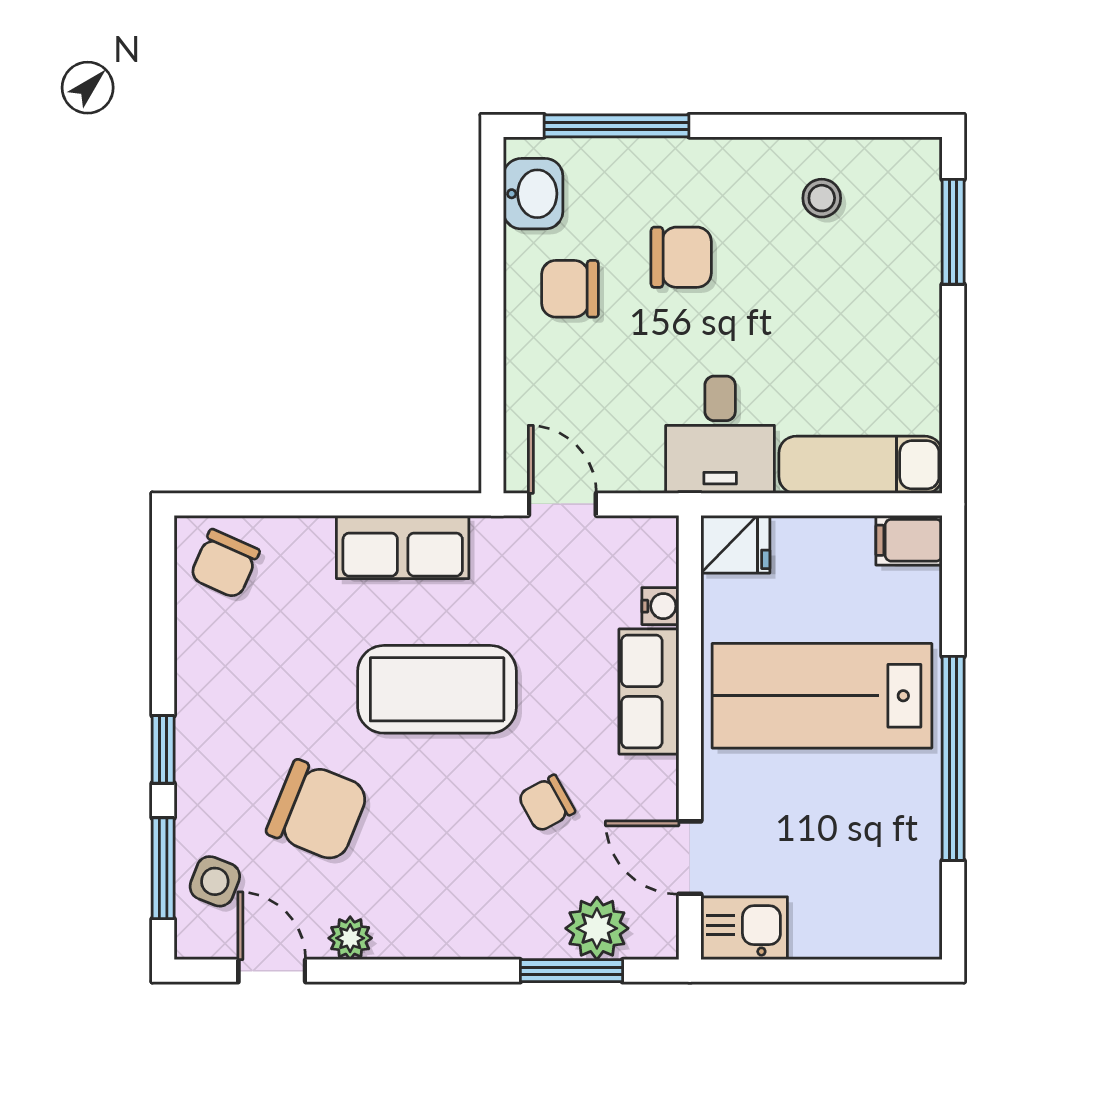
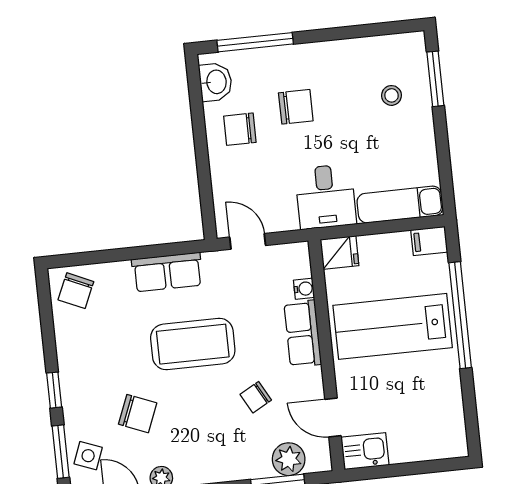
stool: (822, 198) -> (391, 95), moved
window: (953, 758) -> (460, 315), moved
chair: (318, 811) -> (138, 414), width x0.73, depth x0.73

